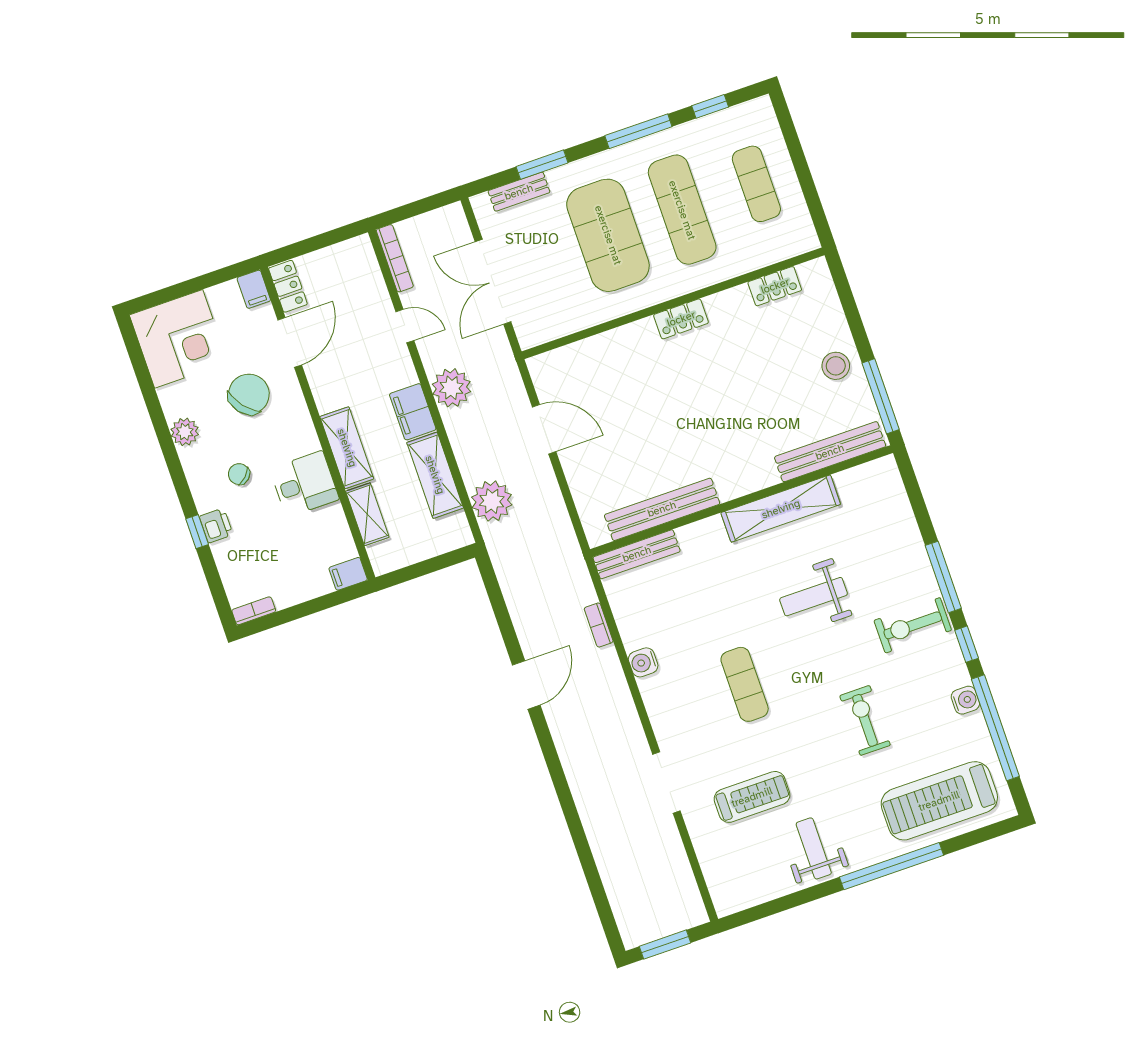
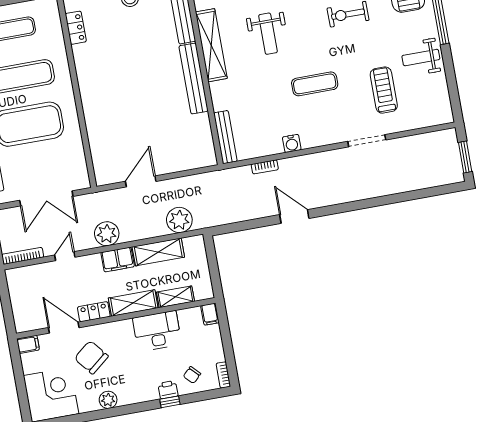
locker: (288, 286) -> (94, 312), moved
locker: (681, 319) -> (87, 88), removed
chair: (239, 474) -> (192, 375), moved
desk: (304, 484) -> (157, 331), width x1.37
bench: (662, 509) -> (194, 78), moved

